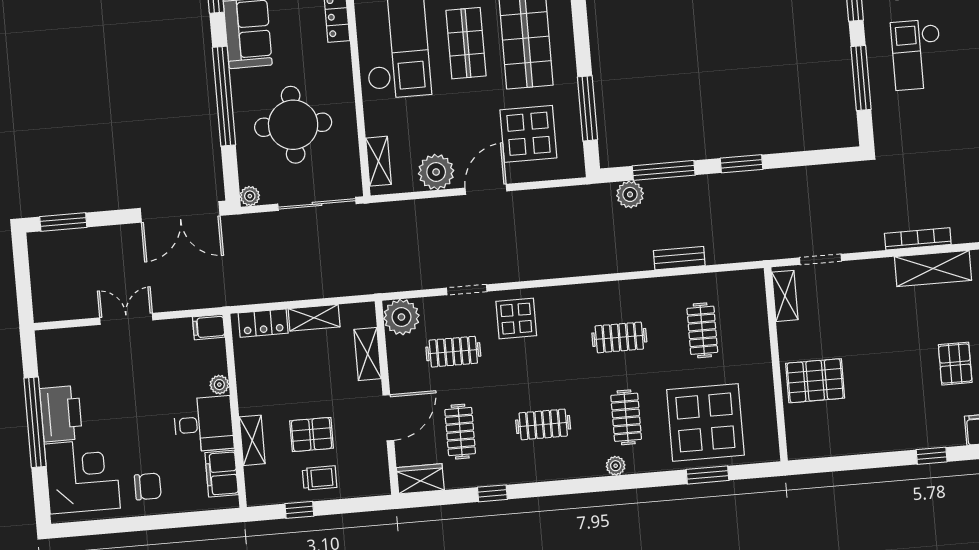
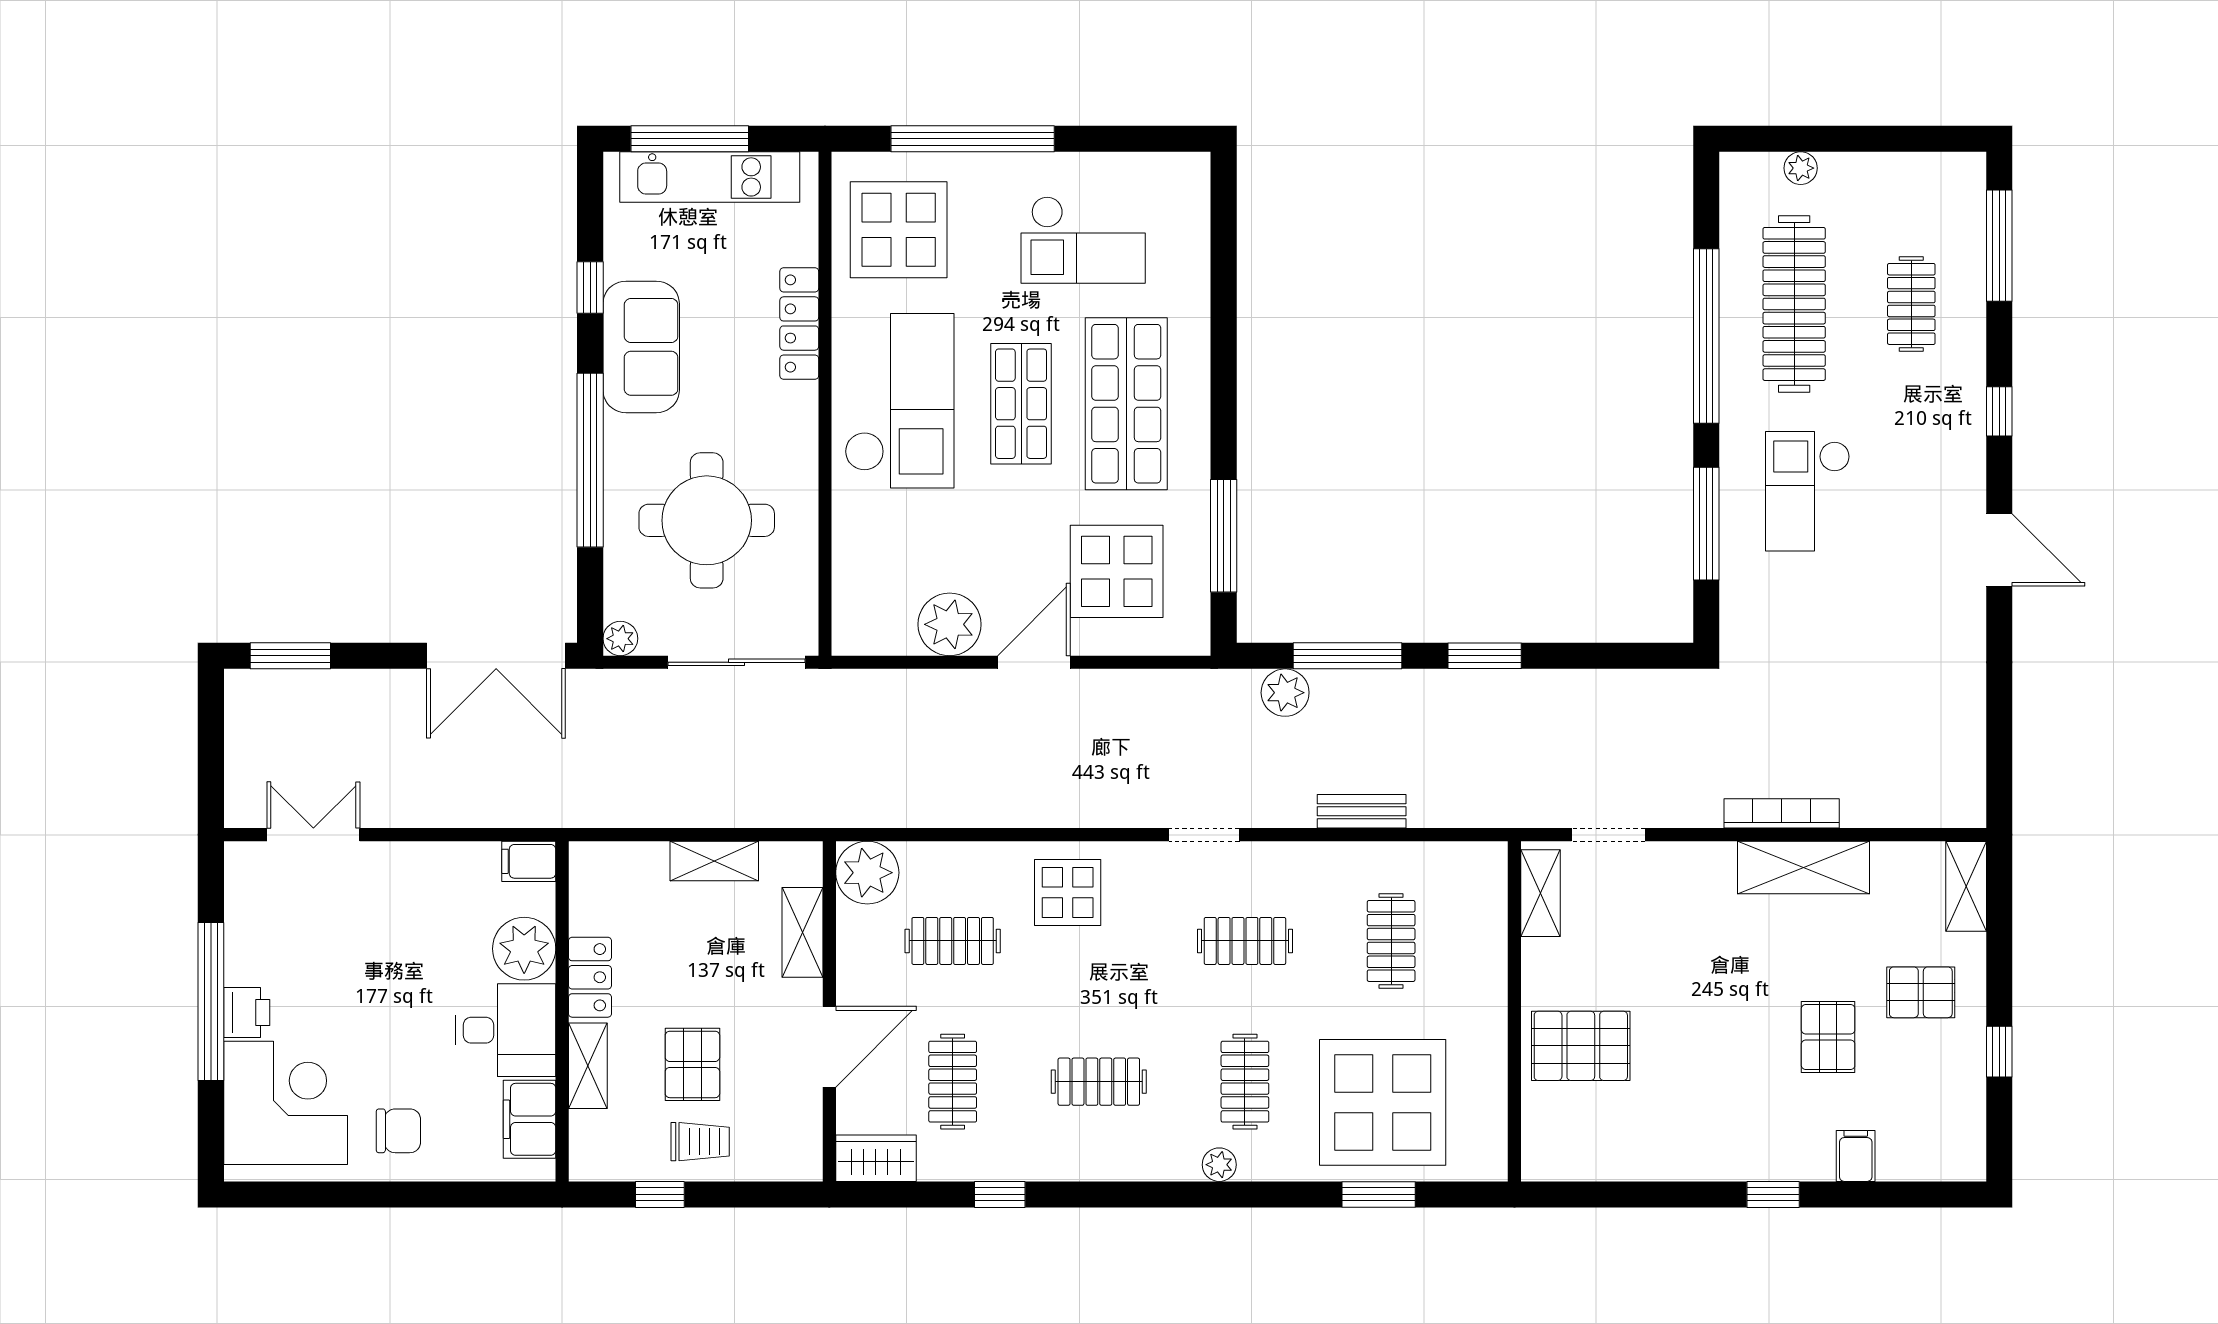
shelving: (379, 161) -> (850, 597), removed
doorway: (467, 290) -> (1204, 835), moved
double door: (126, 319) -> (313, 835), moved
locker: (263, 323) -> (590, 977), moved, turned -90
plant: (219, 385) -> (524, 949), width x1.88, depth x1.88
printer: (61, 414) -> (247, 1012), width x0.53, depth x0.68
pallet: (312, 434) -> (692, 1064), turned 90

